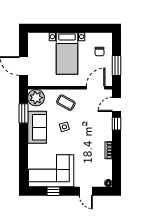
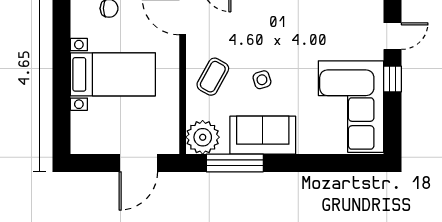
window: (23, 113) -> (235, 163), width x1.44
window: (53, 191) -> (393, 79), moved

